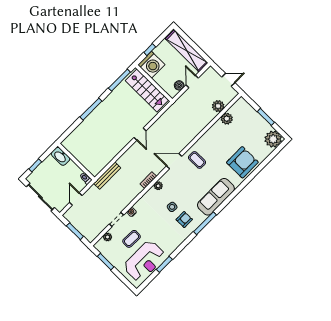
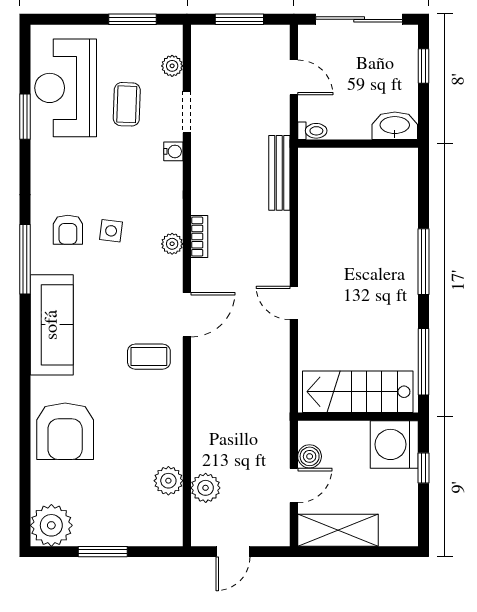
shelving: (187, 51) -> (338, 530), width x0.68
door: (192, 82) -> (294, 486), hinge flipped

